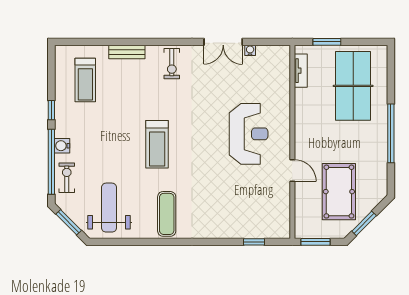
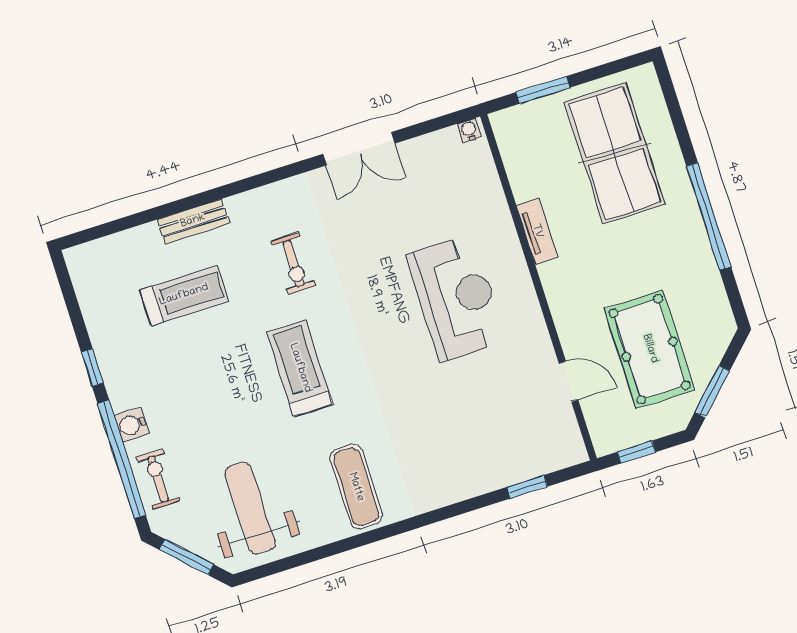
water cooler: (250, 50) -> (469, 130), moved
exercise bike: (172, 64) -> (293, 264), moved
tv unit: (301, 71) -> (537, 231), moved
treadmill: (85, 80) -> (184, 295), moved, turned -90
treadmill: (157, 144) -> (300, 368), turned 180
door: (292, 170) -> (569, 381), moved
window: (315, 242) -> (636, 452), width x0.67

